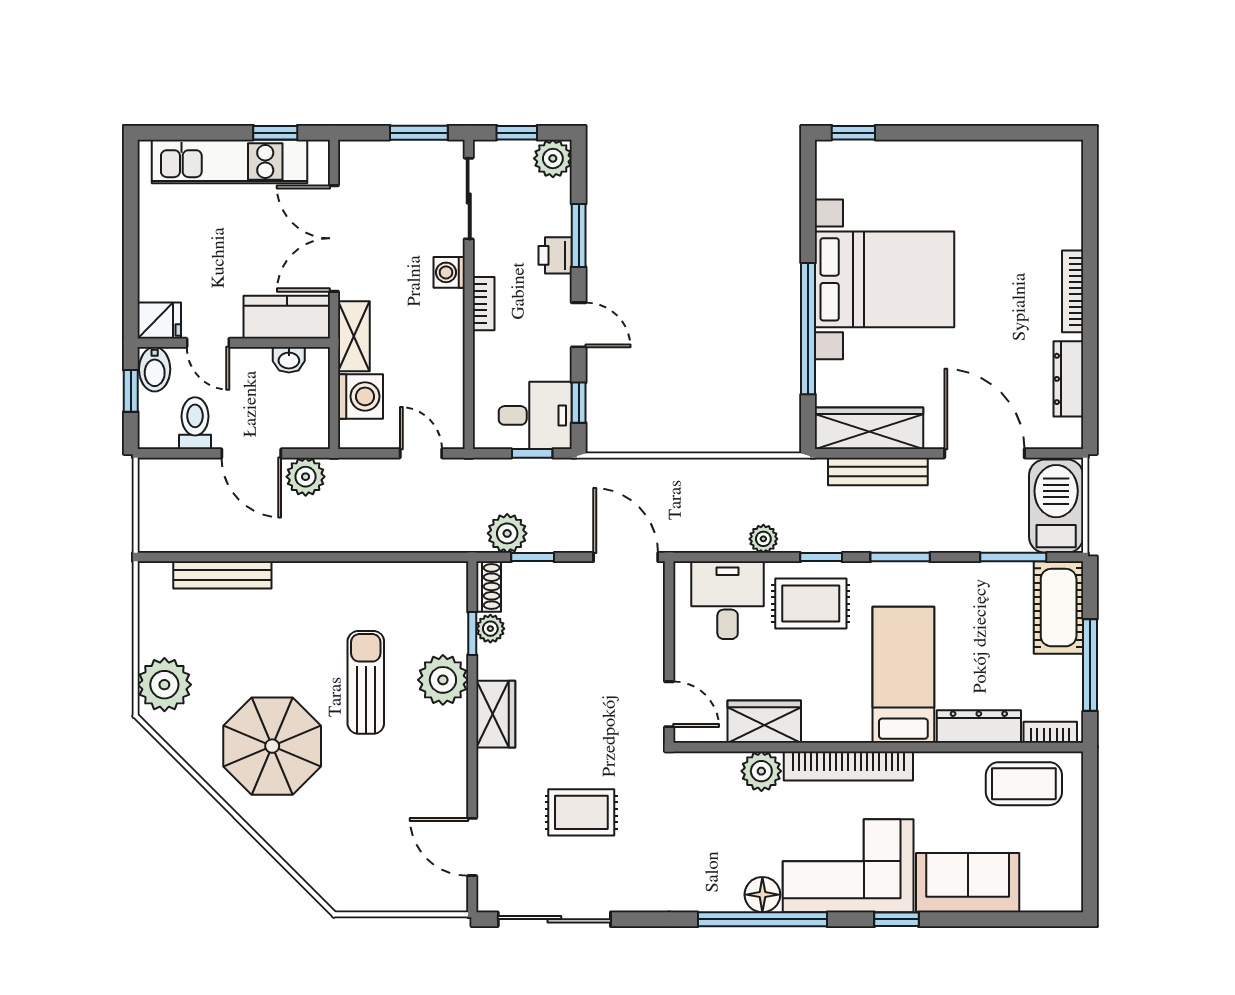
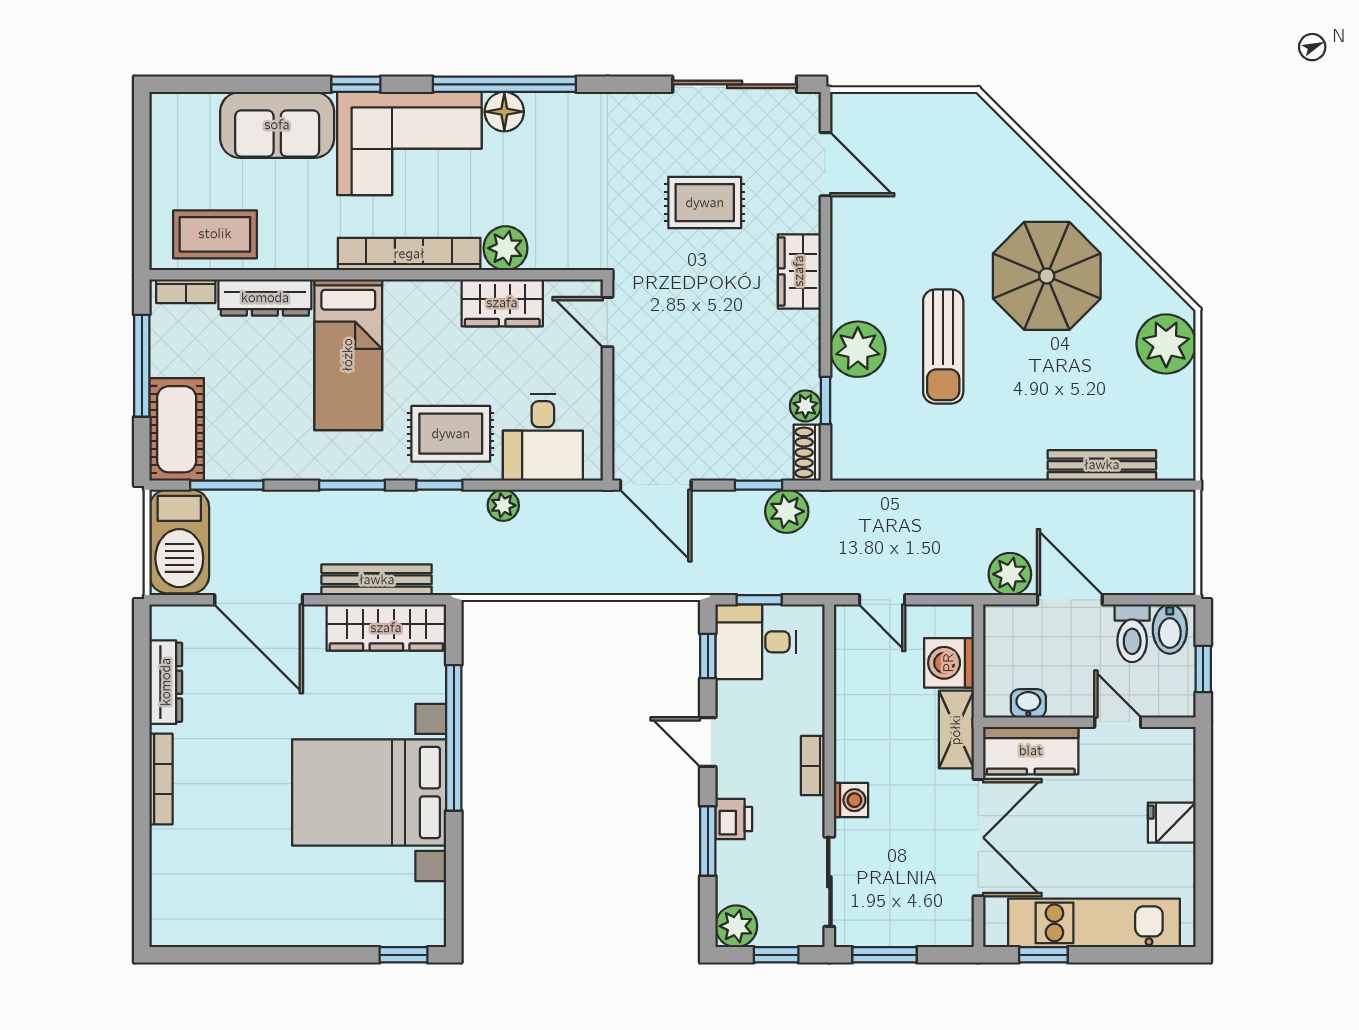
fridge: (159, 321) -> (1172, 823), moved
bidet: (155, 369) -> (1170, 629), moved, turned 180
wardrobe: (496, 714) -> (799, 271), moved

